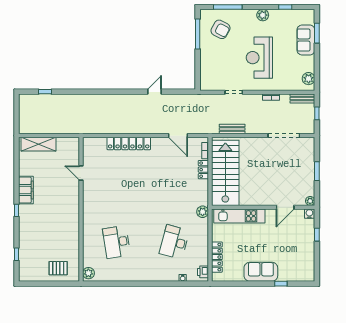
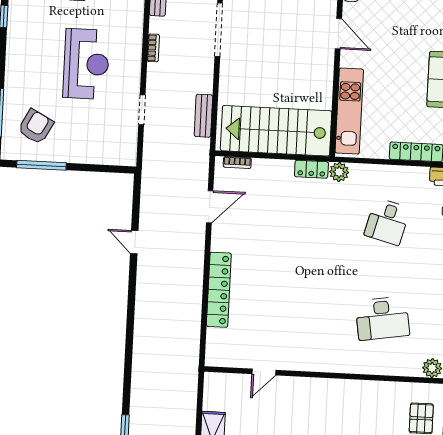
plant: (263, 15) -> (15, 55), removed
reception desk: (259, 58) -> (86, 64), turned -90
locker: (203, 170) -> (311, 169), moved
desk: (174, 242) -> (387, 222), width x0.73

